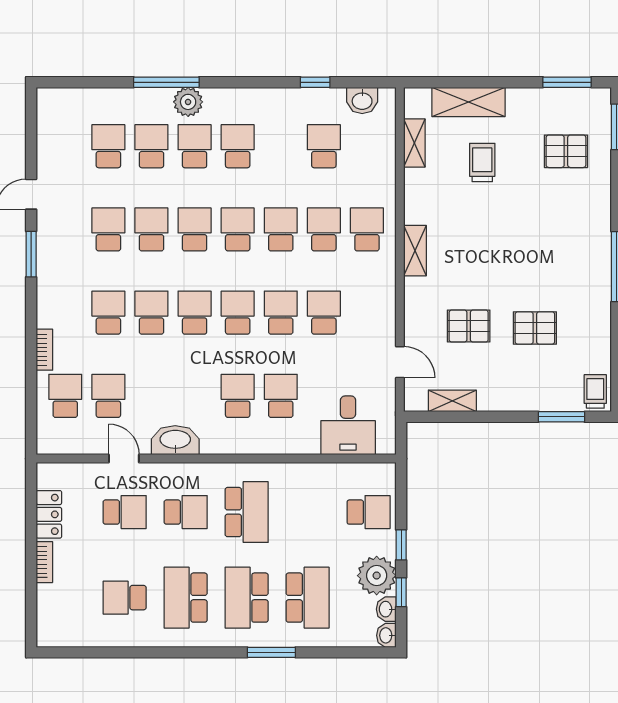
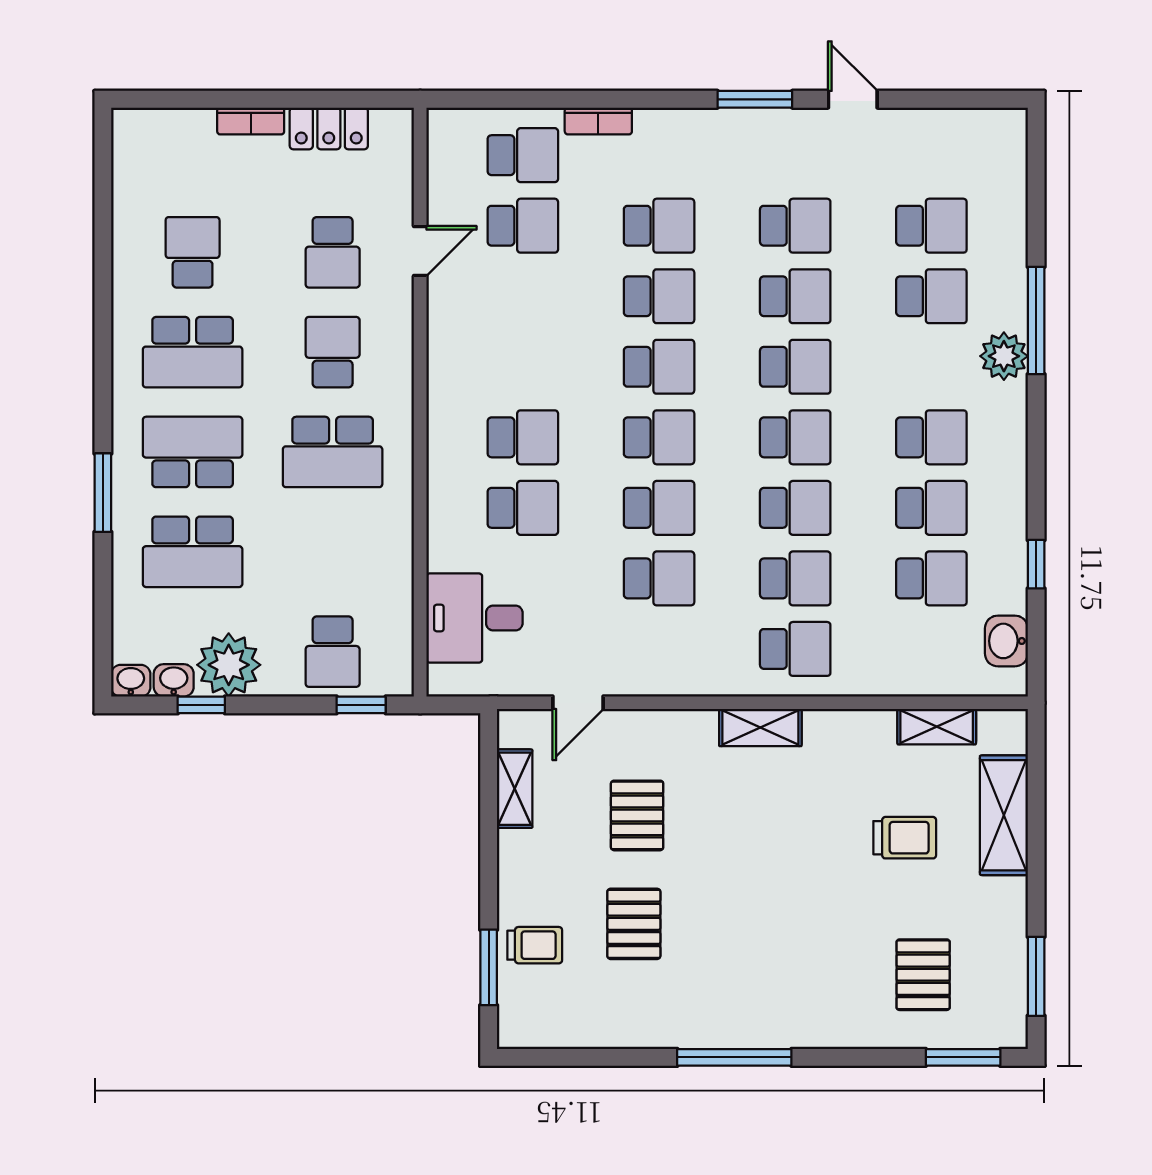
school desk: (195, 146) -> (931, 508), moved
trolley: (595, 391) -> (535, 945), moved
washbasin: (175, 440) -> (450, 335), removed
school desk: (186, 512) -> (333, 352), turned 180
window: (401, 545) -> (361, 705), moved
school desk: (186, 598) -> (193, 352), turned 180

